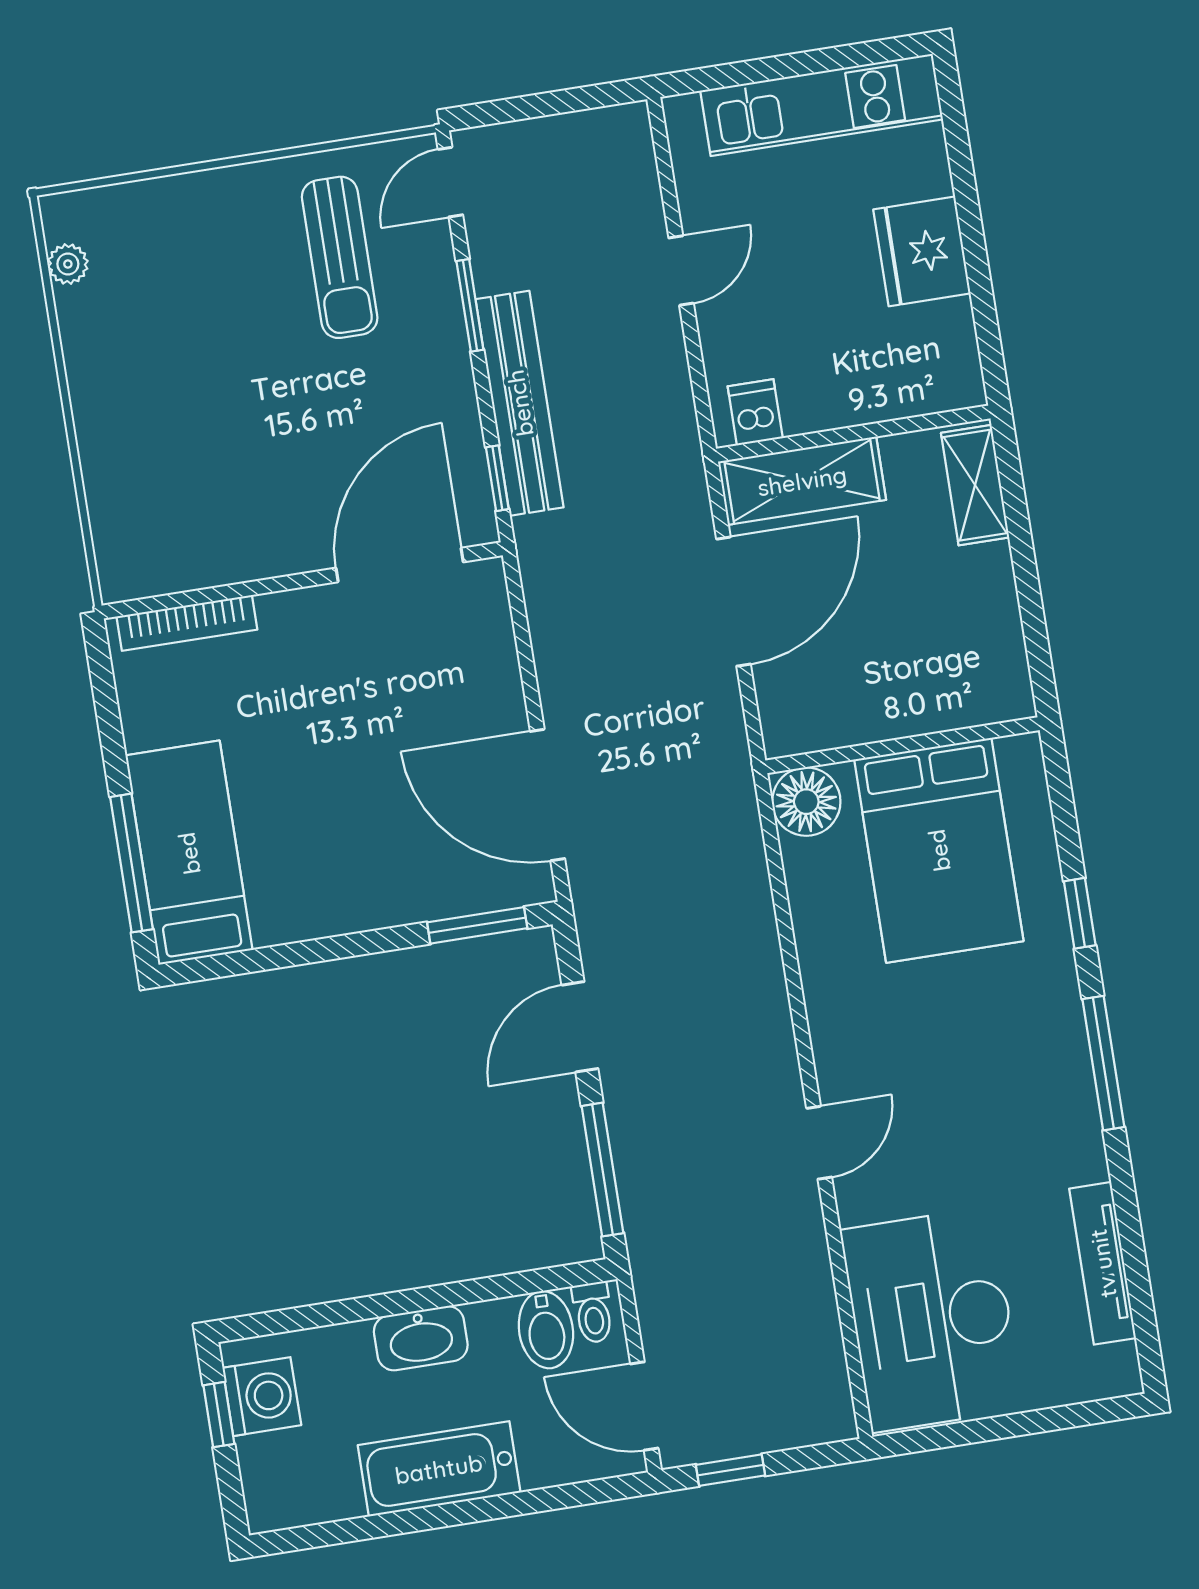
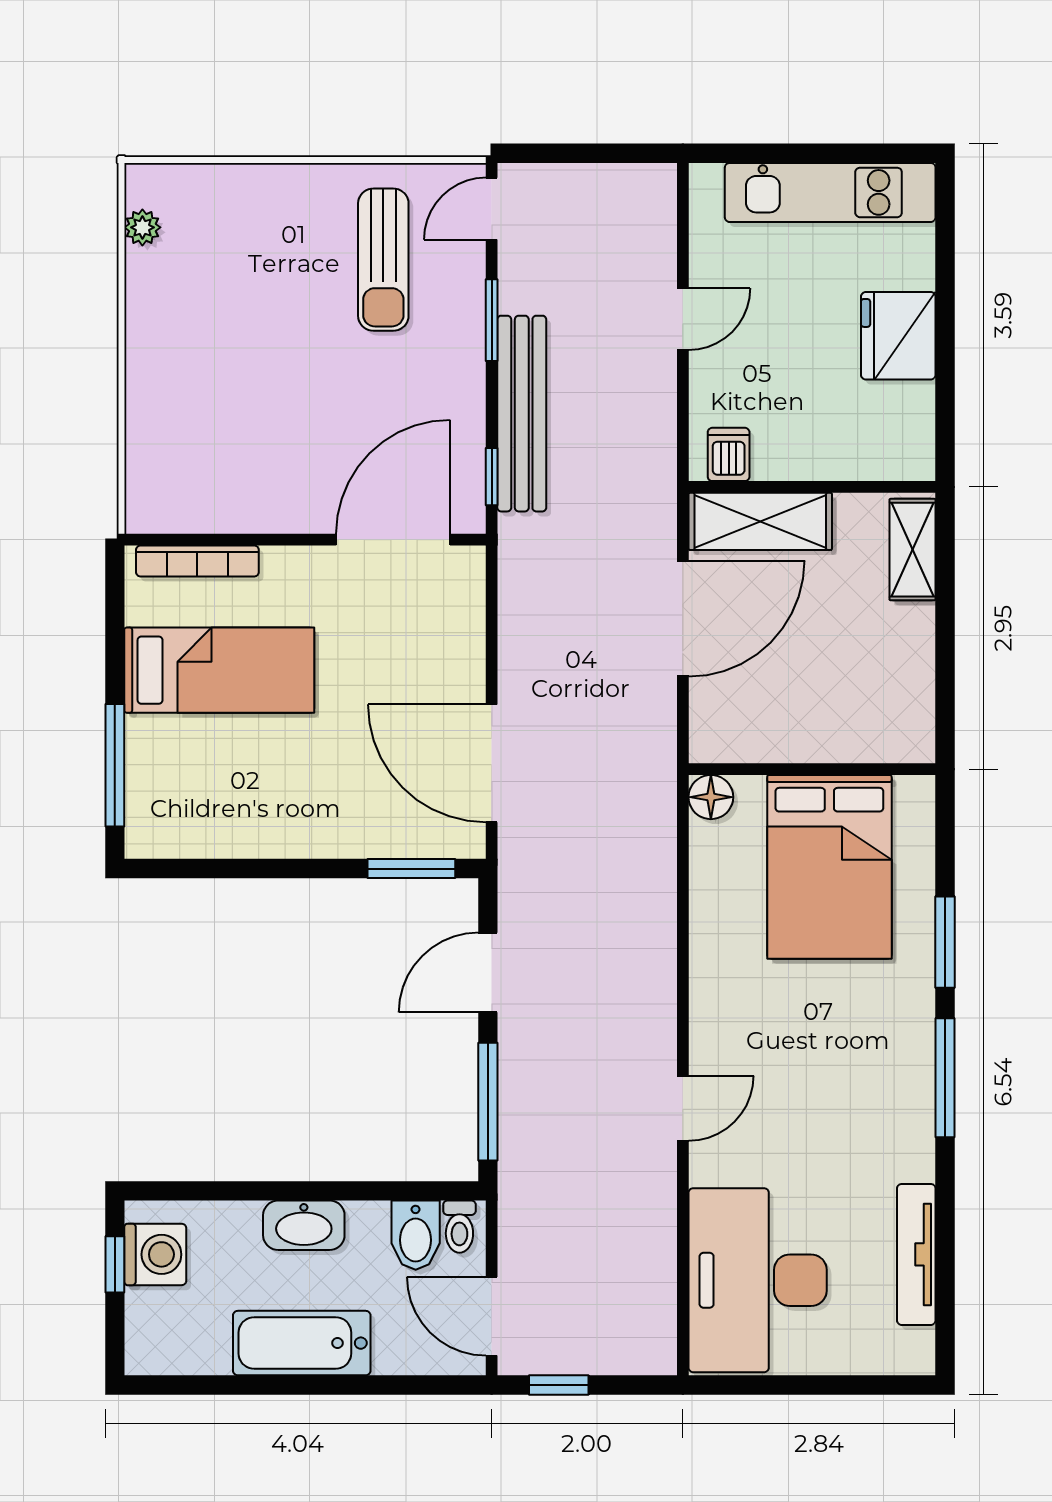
floor lamp: (806, 802) -> (711, 797), width x0.73, depth x0.73
bed: (189, 853) -> (219, 670), moved, turned 90
window: (1080, 913) -> (945, 942), width x1.50

